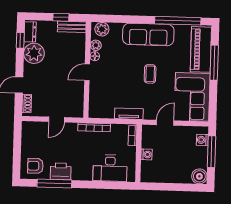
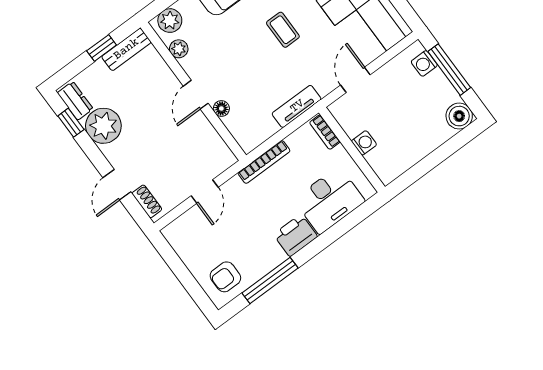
floor lamp: (95, 56) -> (221, 108), moved
printer: (61, 171) -> (295, 235), moved

